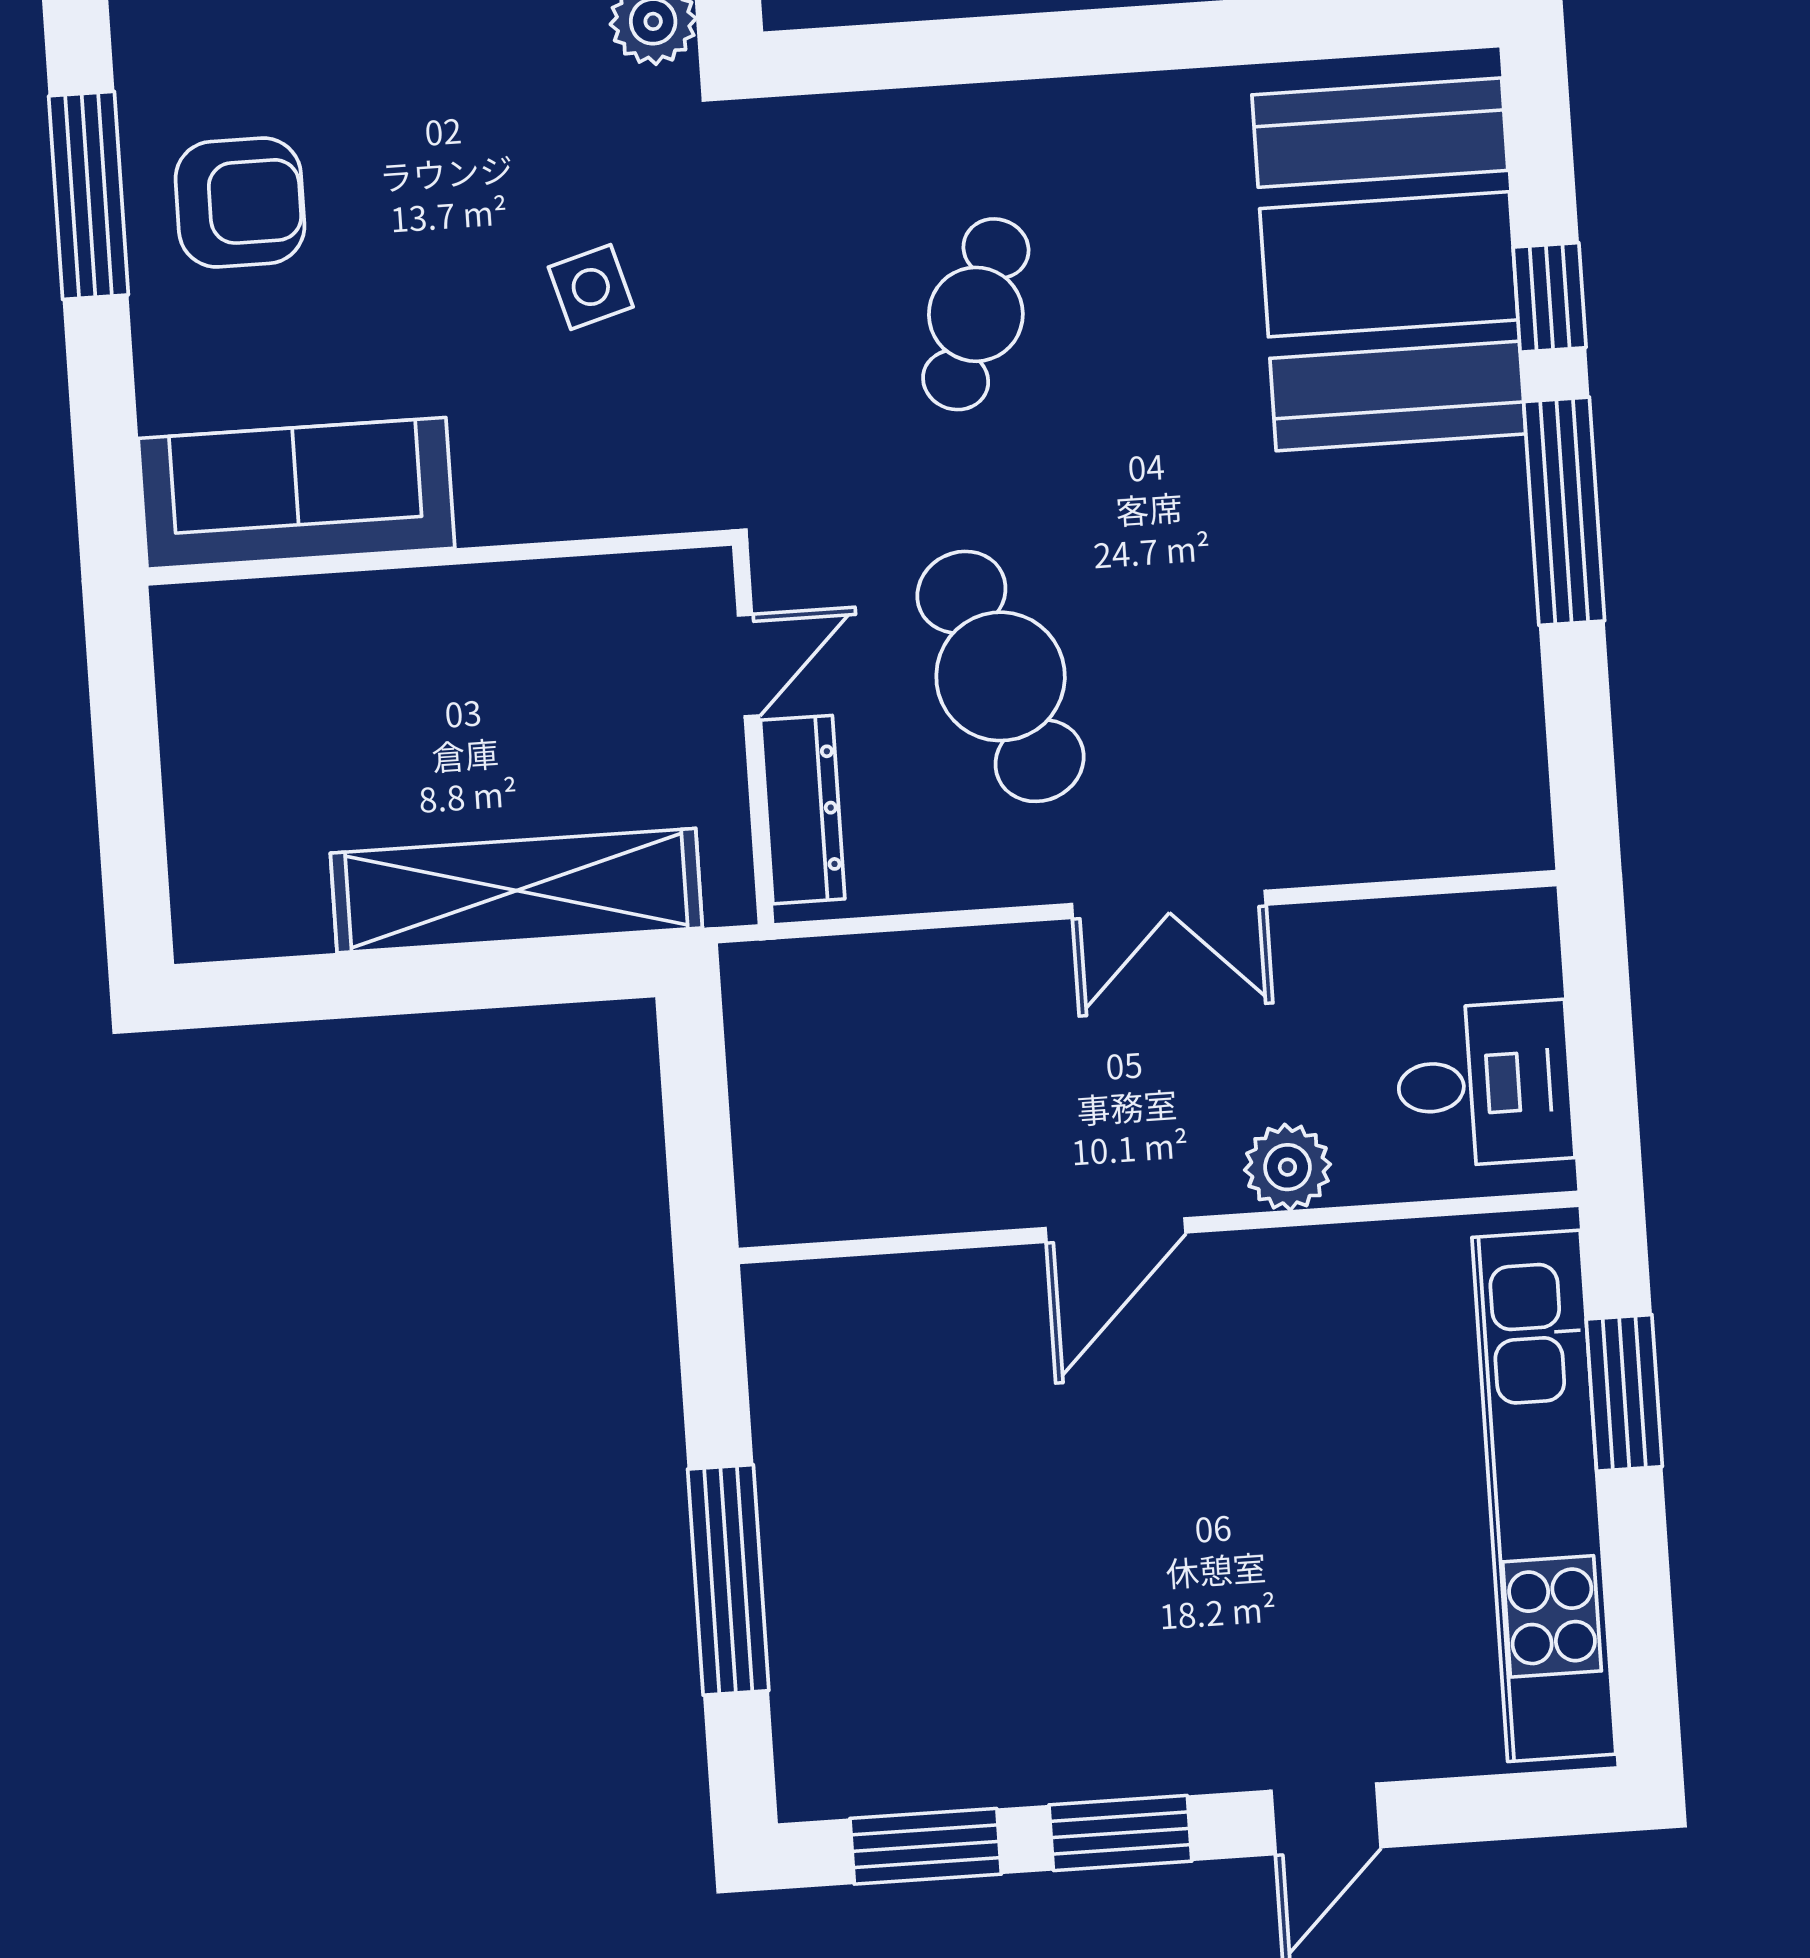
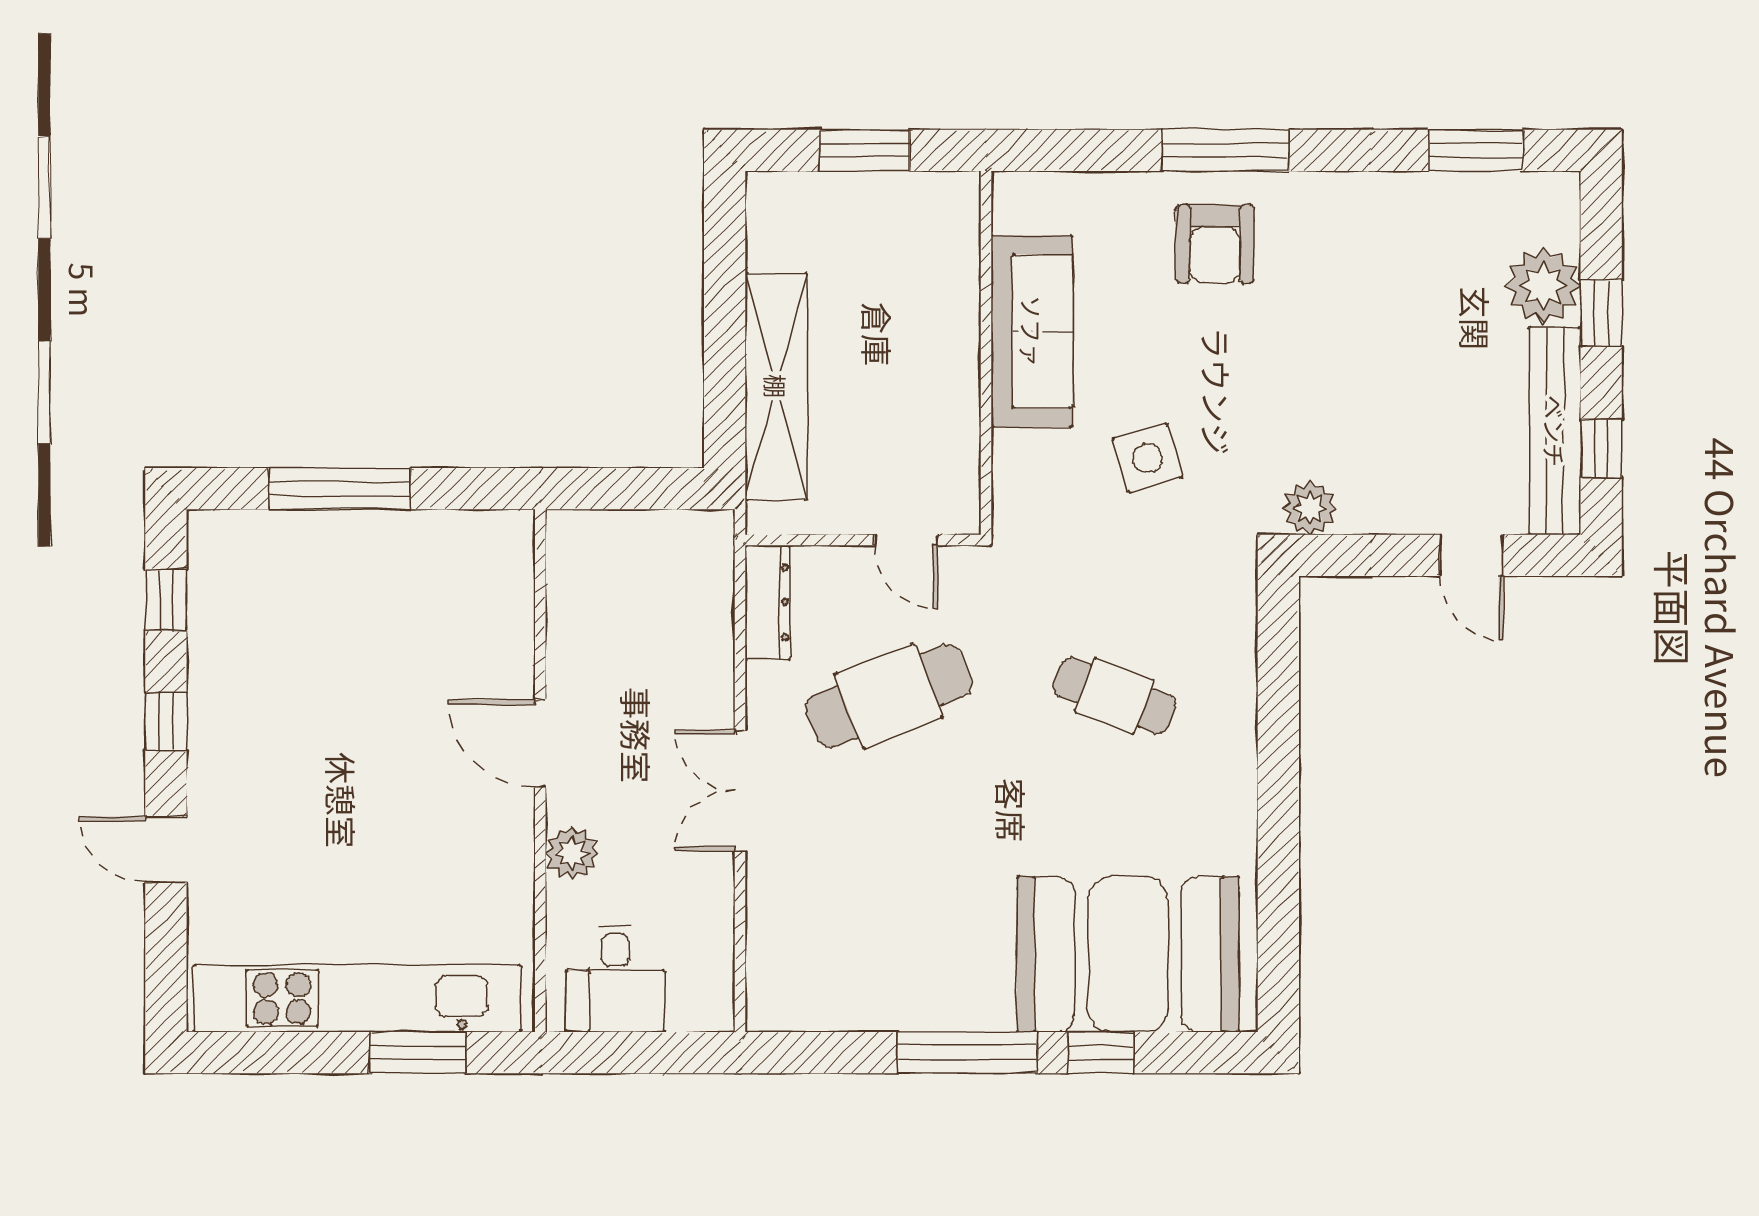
side table: (591, 287) -> (1148, 458), width x1.37, depth x1.37
sofa: (296, 493) -> (1032, 331), moved
window: (128, 774) -> (865, 150), added
dresser: (803, 810) -> (768, 602), moved, turned -90
window: (1120, 1833) -> (166, 721), width x0.67
window: (926, 1846) -> (166, 600), width x0.67

